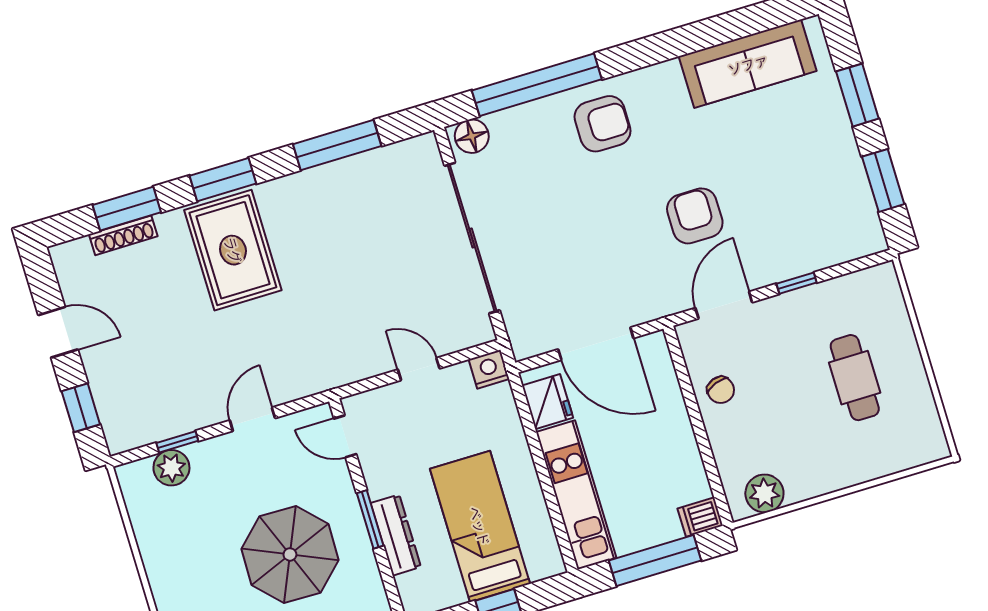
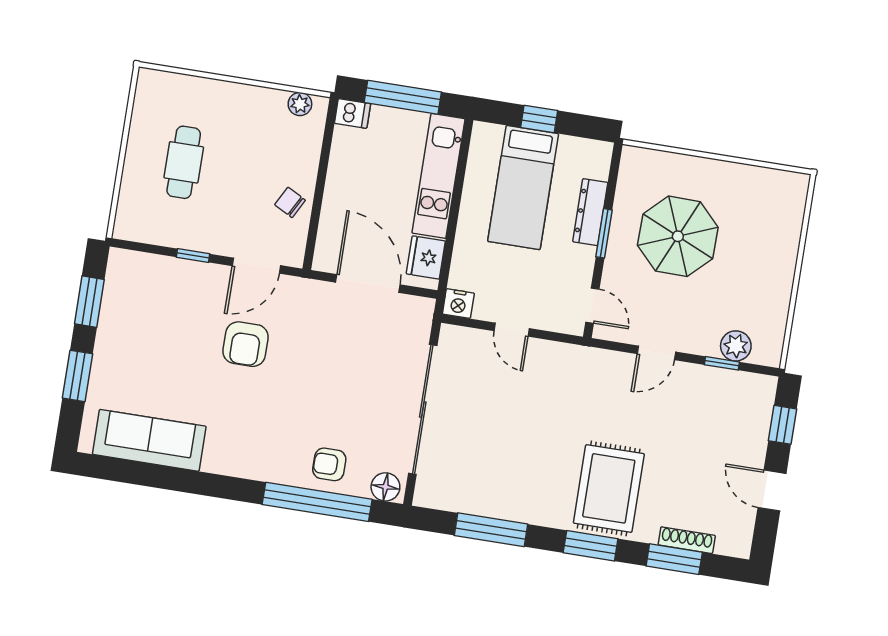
armchair: (603, 124) -> (329, 464), moved, width x0.72, depth x0.72
chair: (721, 390) -> (290, 202), turned -42
plant: (764, 493) -> (300, 104), width x0.73, depth x0.73

